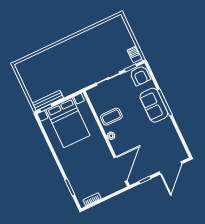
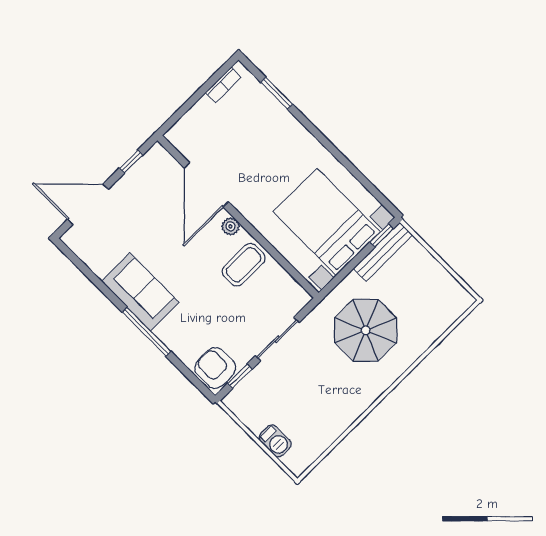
barbecue: (135, 54) -> (275, 441), moved
parasol: (68, 68) -> (366, 330), added
sofa: (154, 105) -> (140, 292), moved
door: (171, 168) -> (88, 204), hinge flipped
door: (121, 169) -> (206, 185), moved

